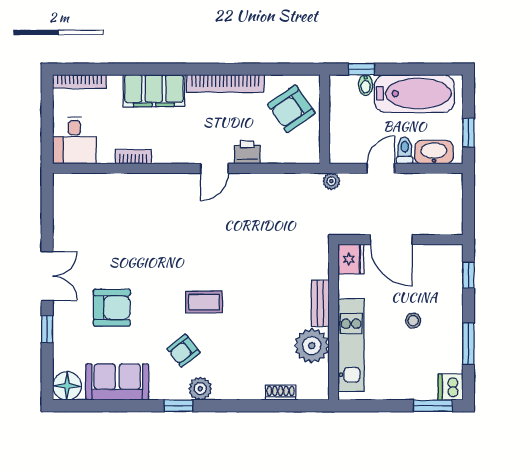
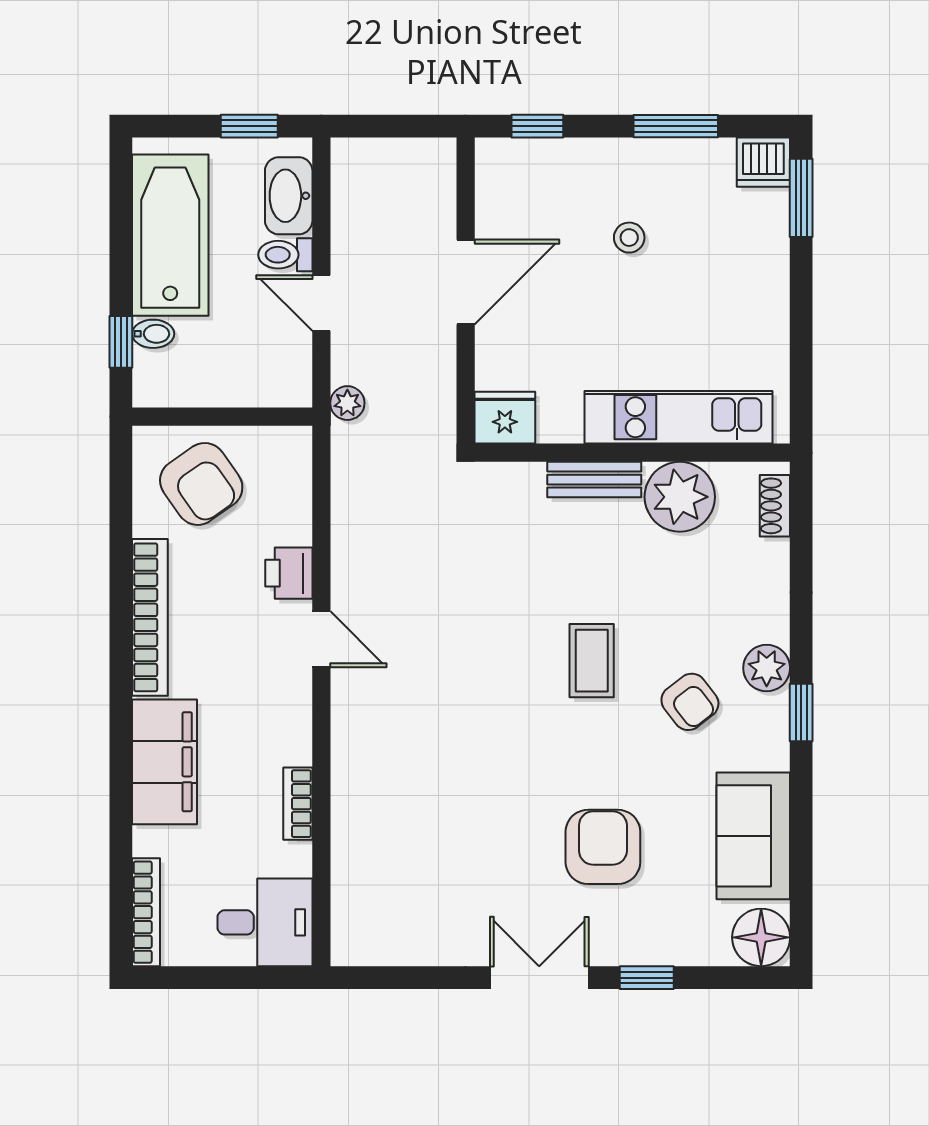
fridge: (351, 259) -> (505, 418), moved
bench: (320, 303) -> (594, 480), moved
wall: (334, 322) -> (632, 453), moved
kitchen unit: (351, 345) -> (679, 417), moved
plant: (312, 346) -> (680, 497), moved

